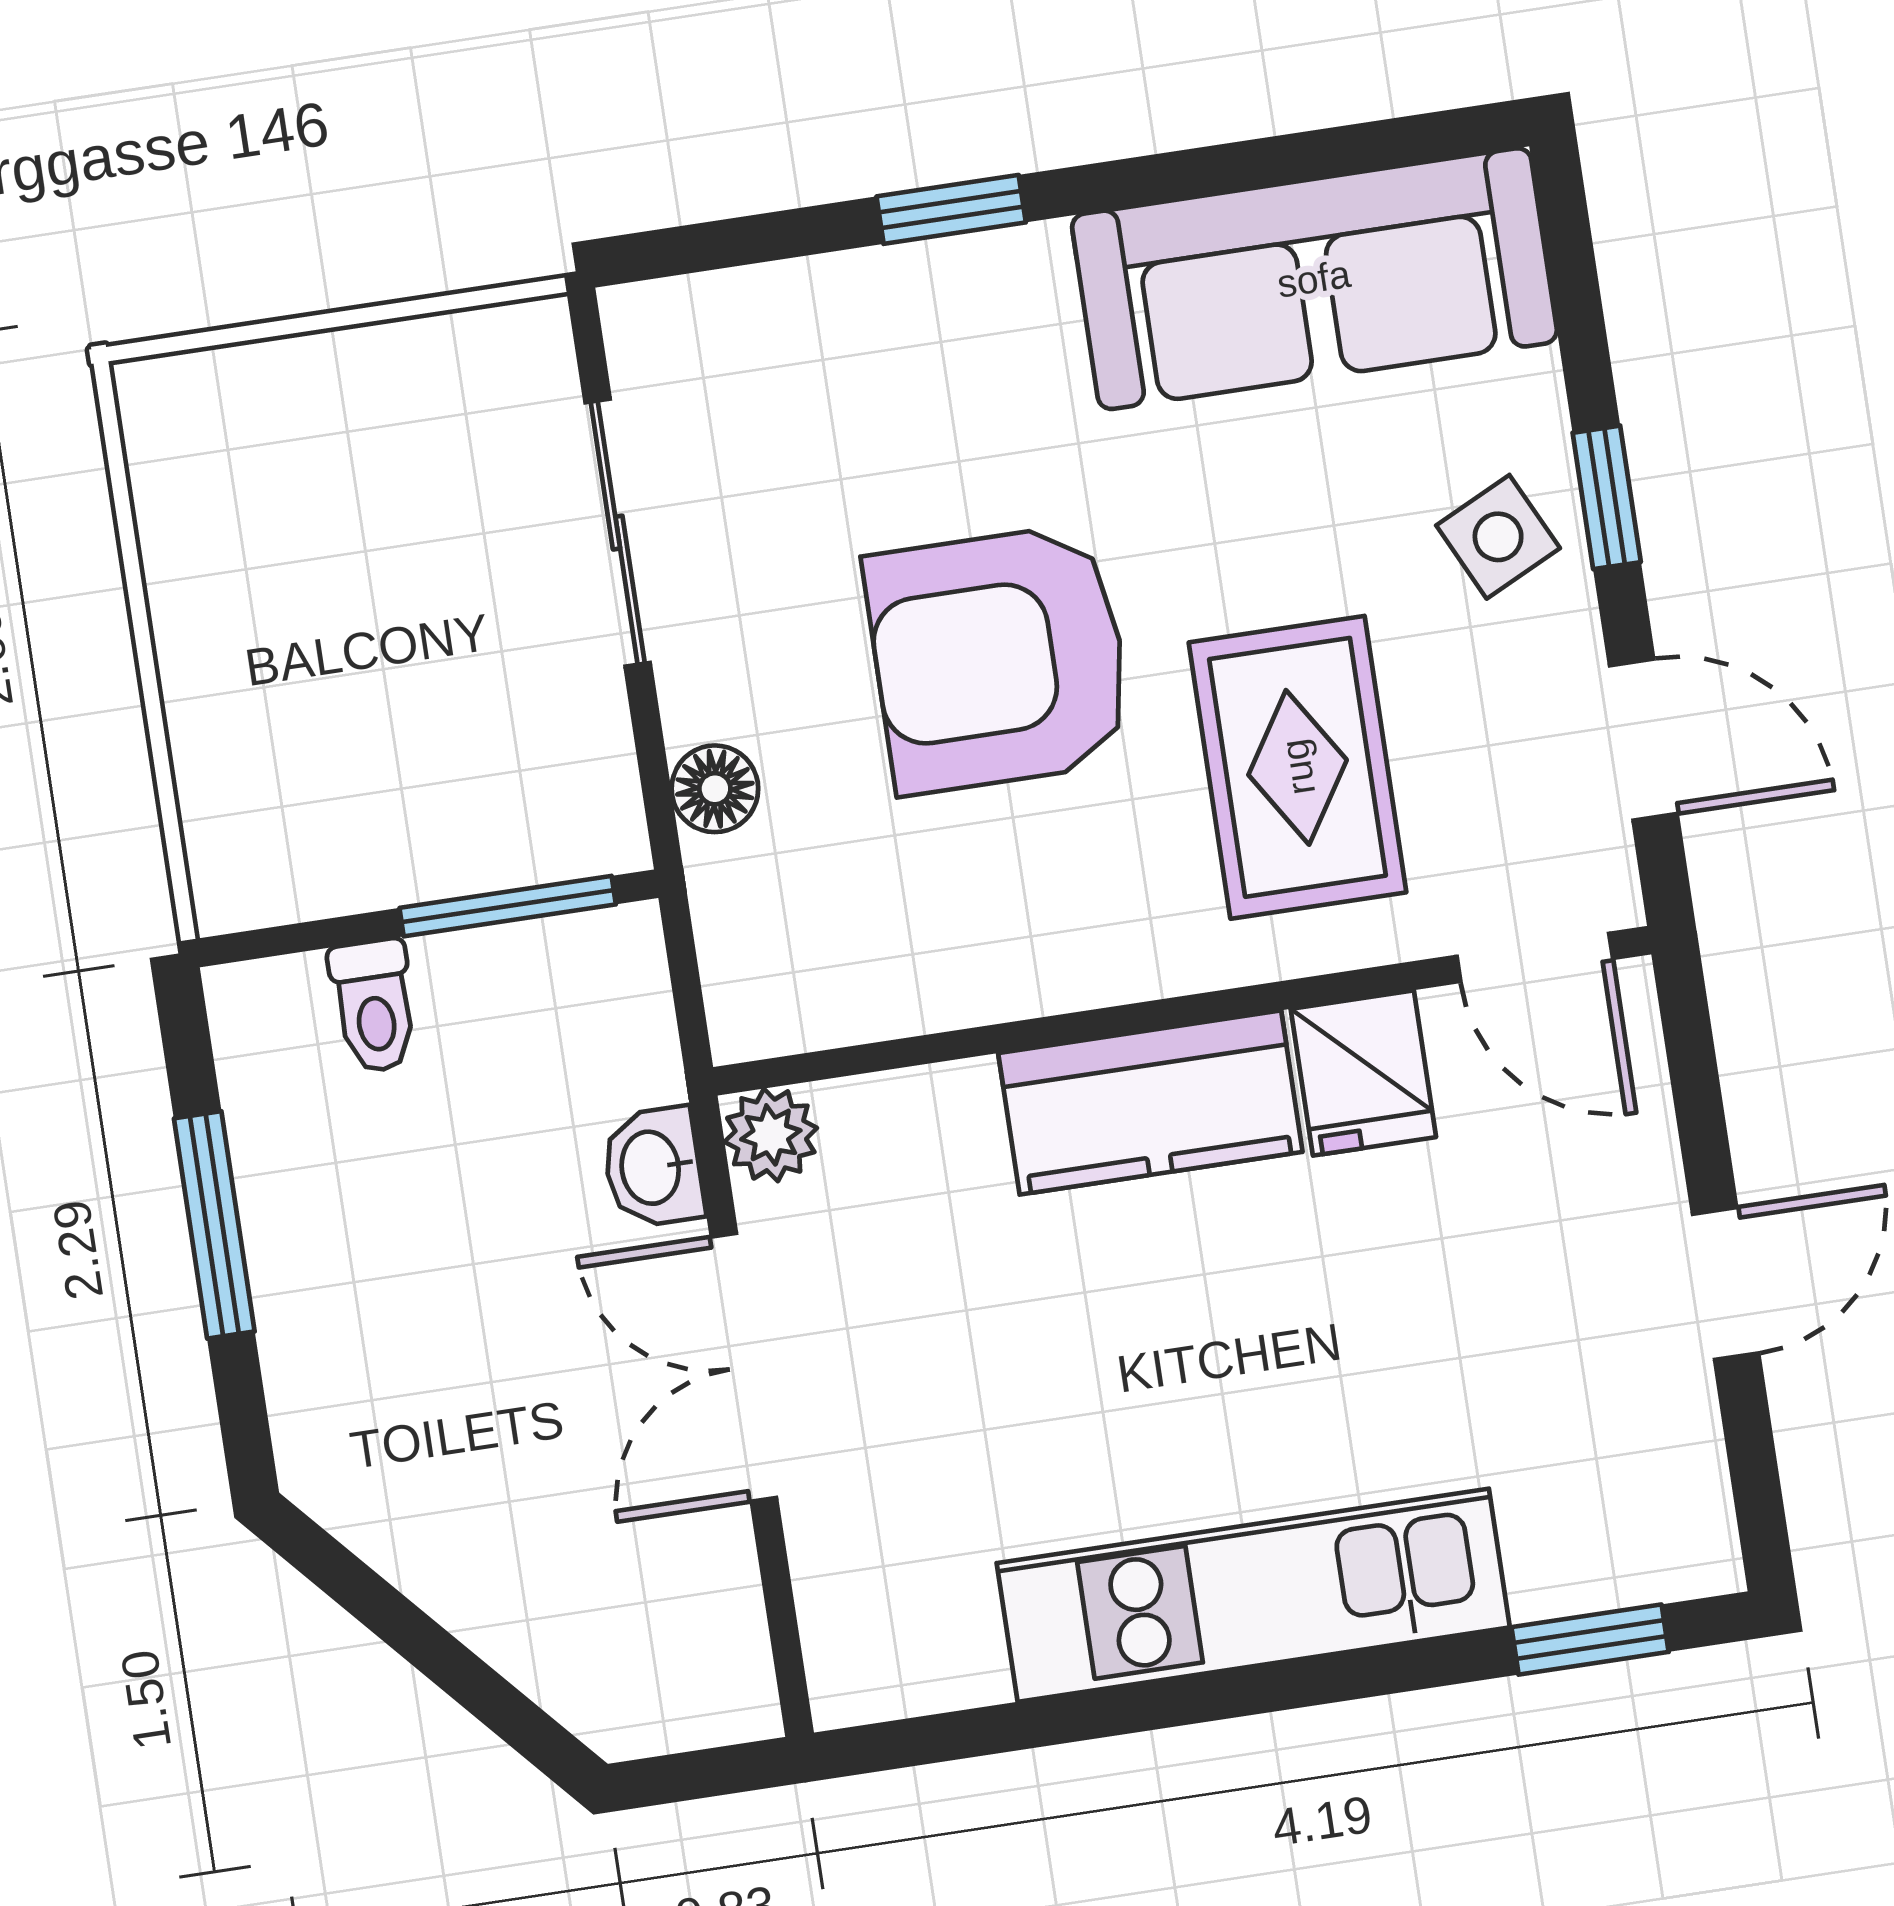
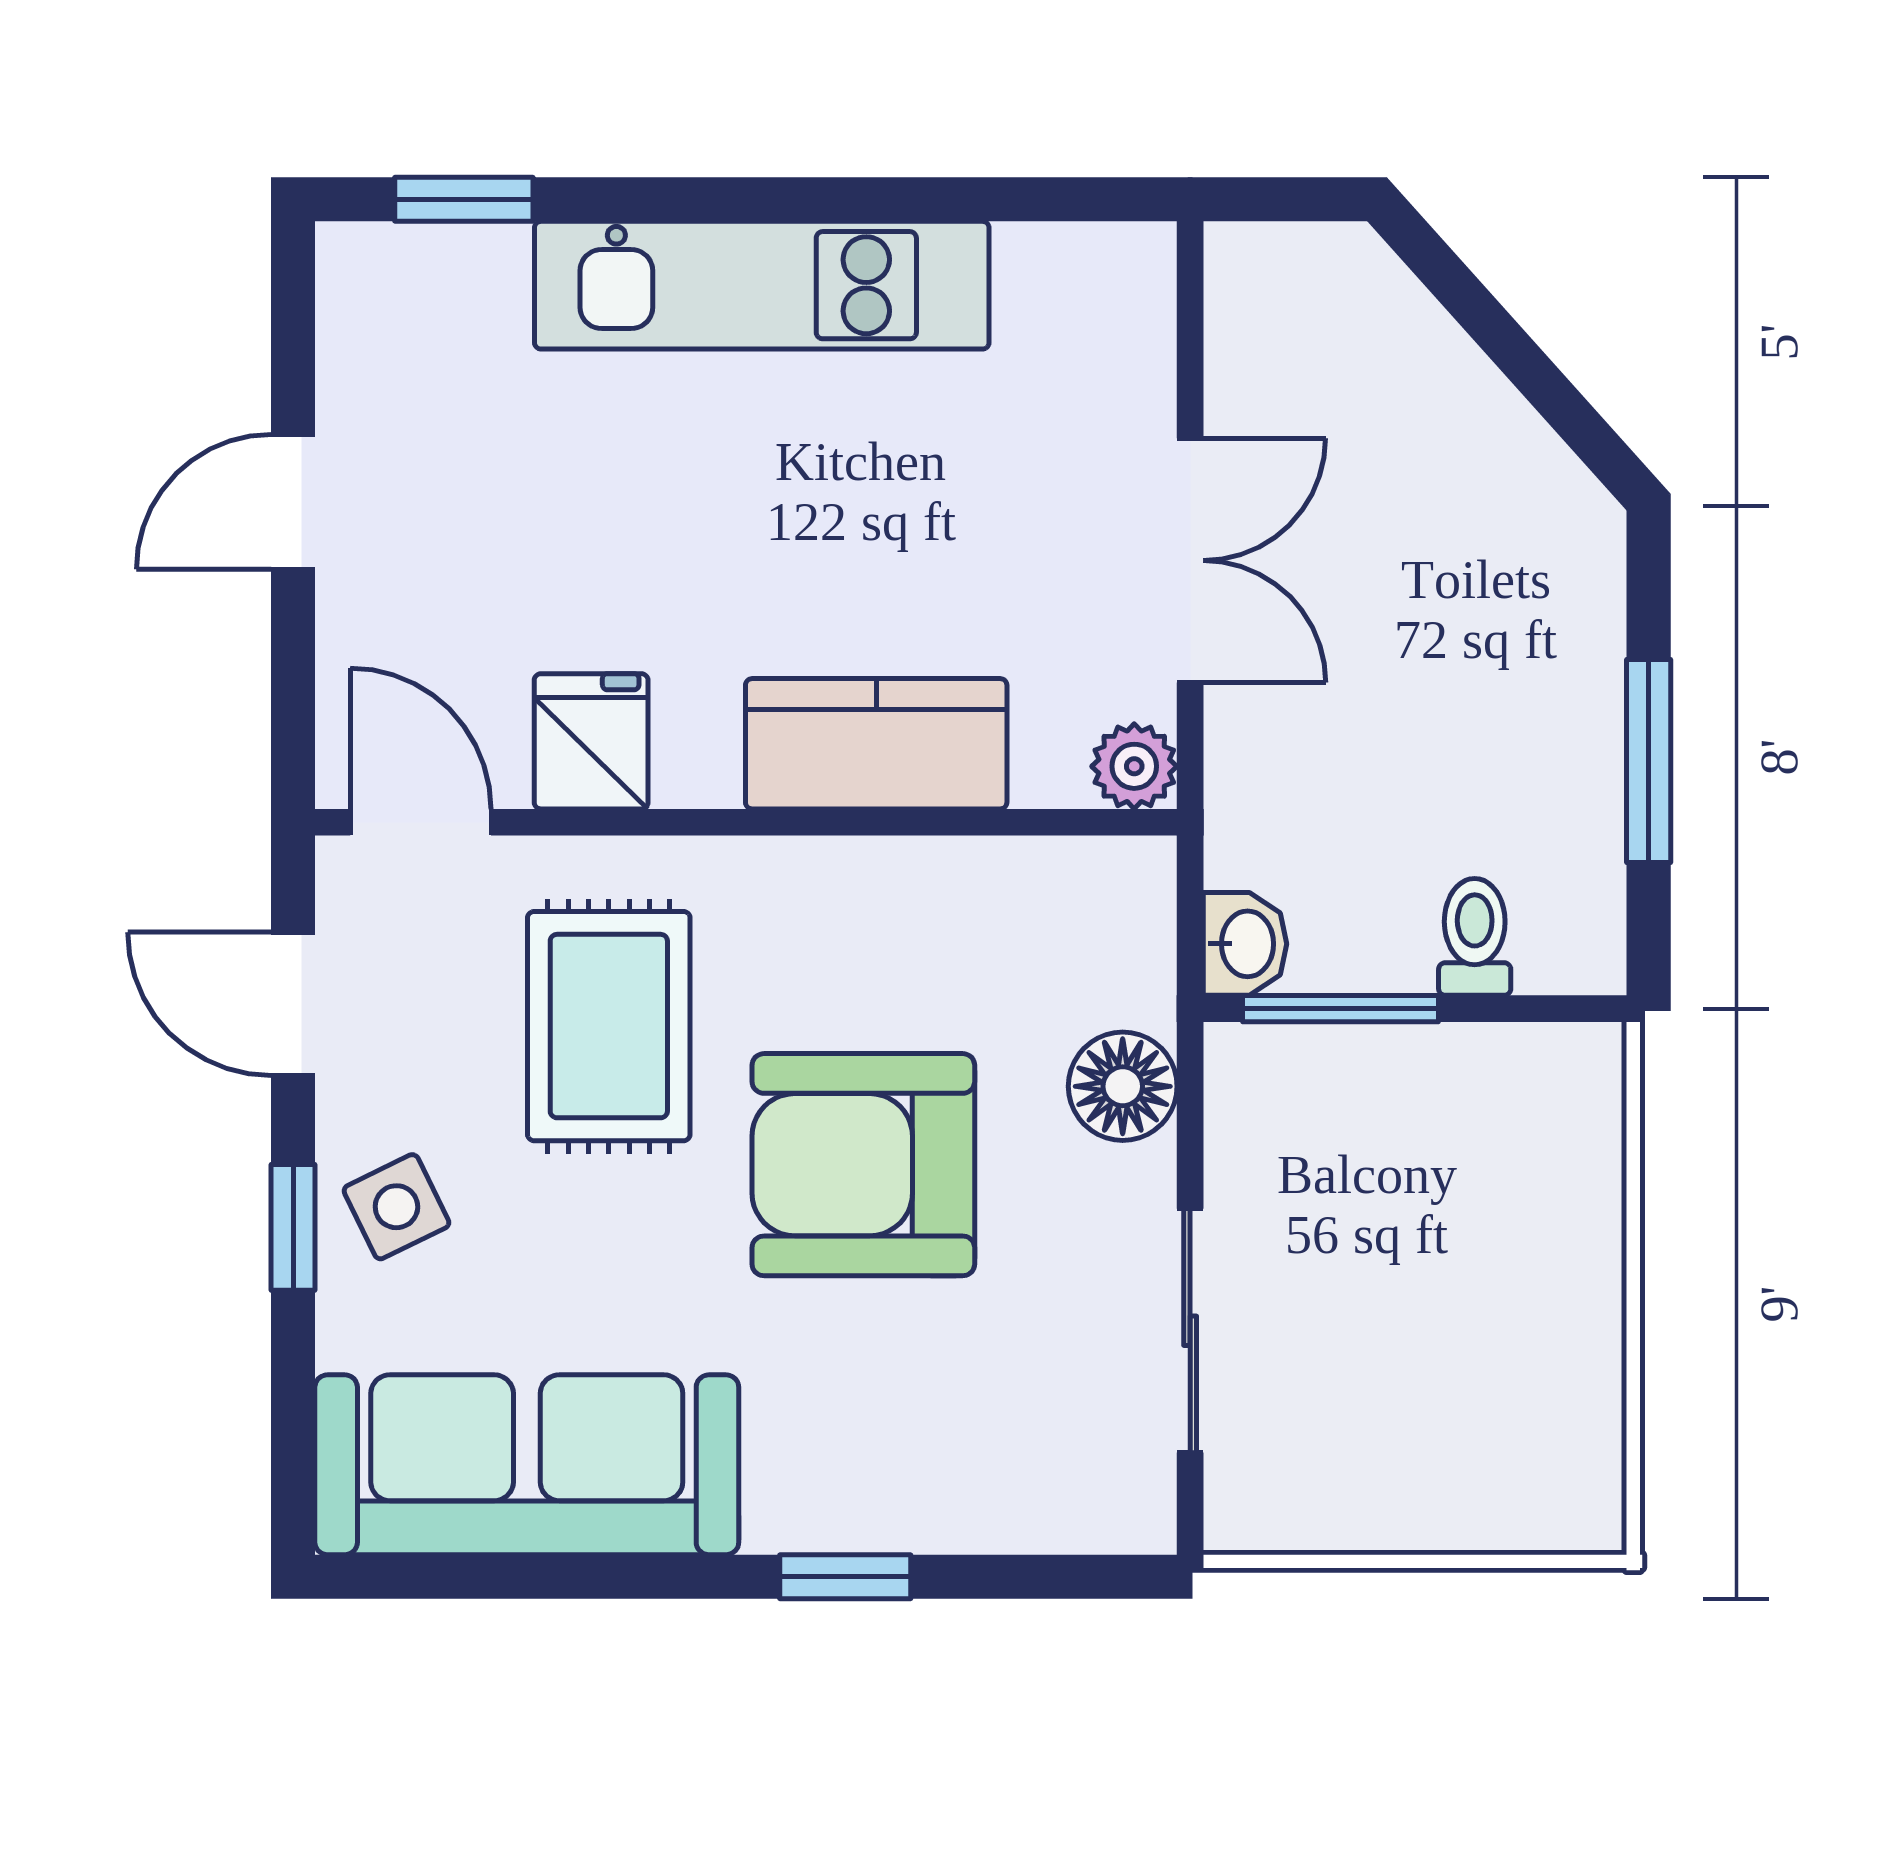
armchair: (999, 659) -> (863, 1165), turned 180
floor lamp: (715, 789) -> (1123, 1086), width x1.37, depth x1.37
kitchen counter: (1150, 1103) -> (876, 744), moved
washbasin: (653, 1167) -> (1245, 944), moved

